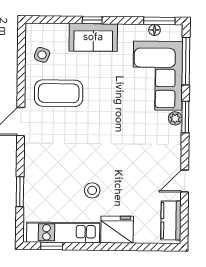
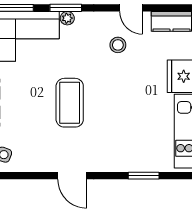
coffee table: (59, 93) -> (70, 103), moved
stool: (92, 190) -> (118, 45), moved

